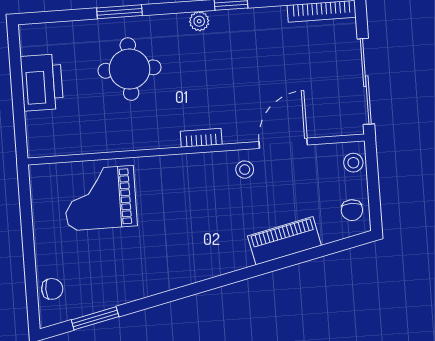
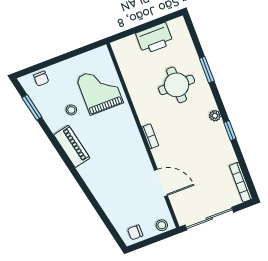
stool: (245, 170) -> (71, 110), moved
piano: (284, 241) -> (72, 146), moved

